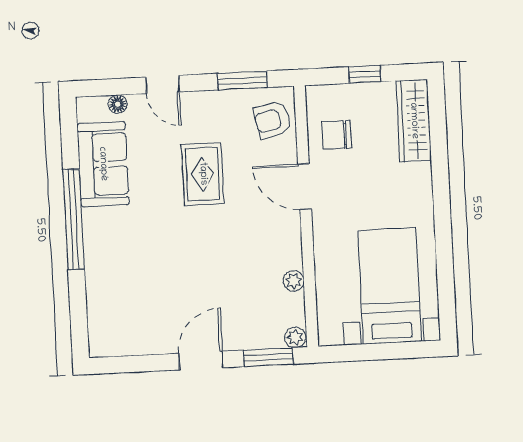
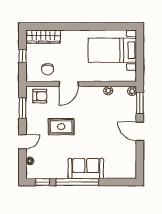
armchair: (272, 120) -> (40, 96), turned -78
window: (69, 137) -> (42, 182), added
sofa: (103, 164) -> (86, 169), moved

